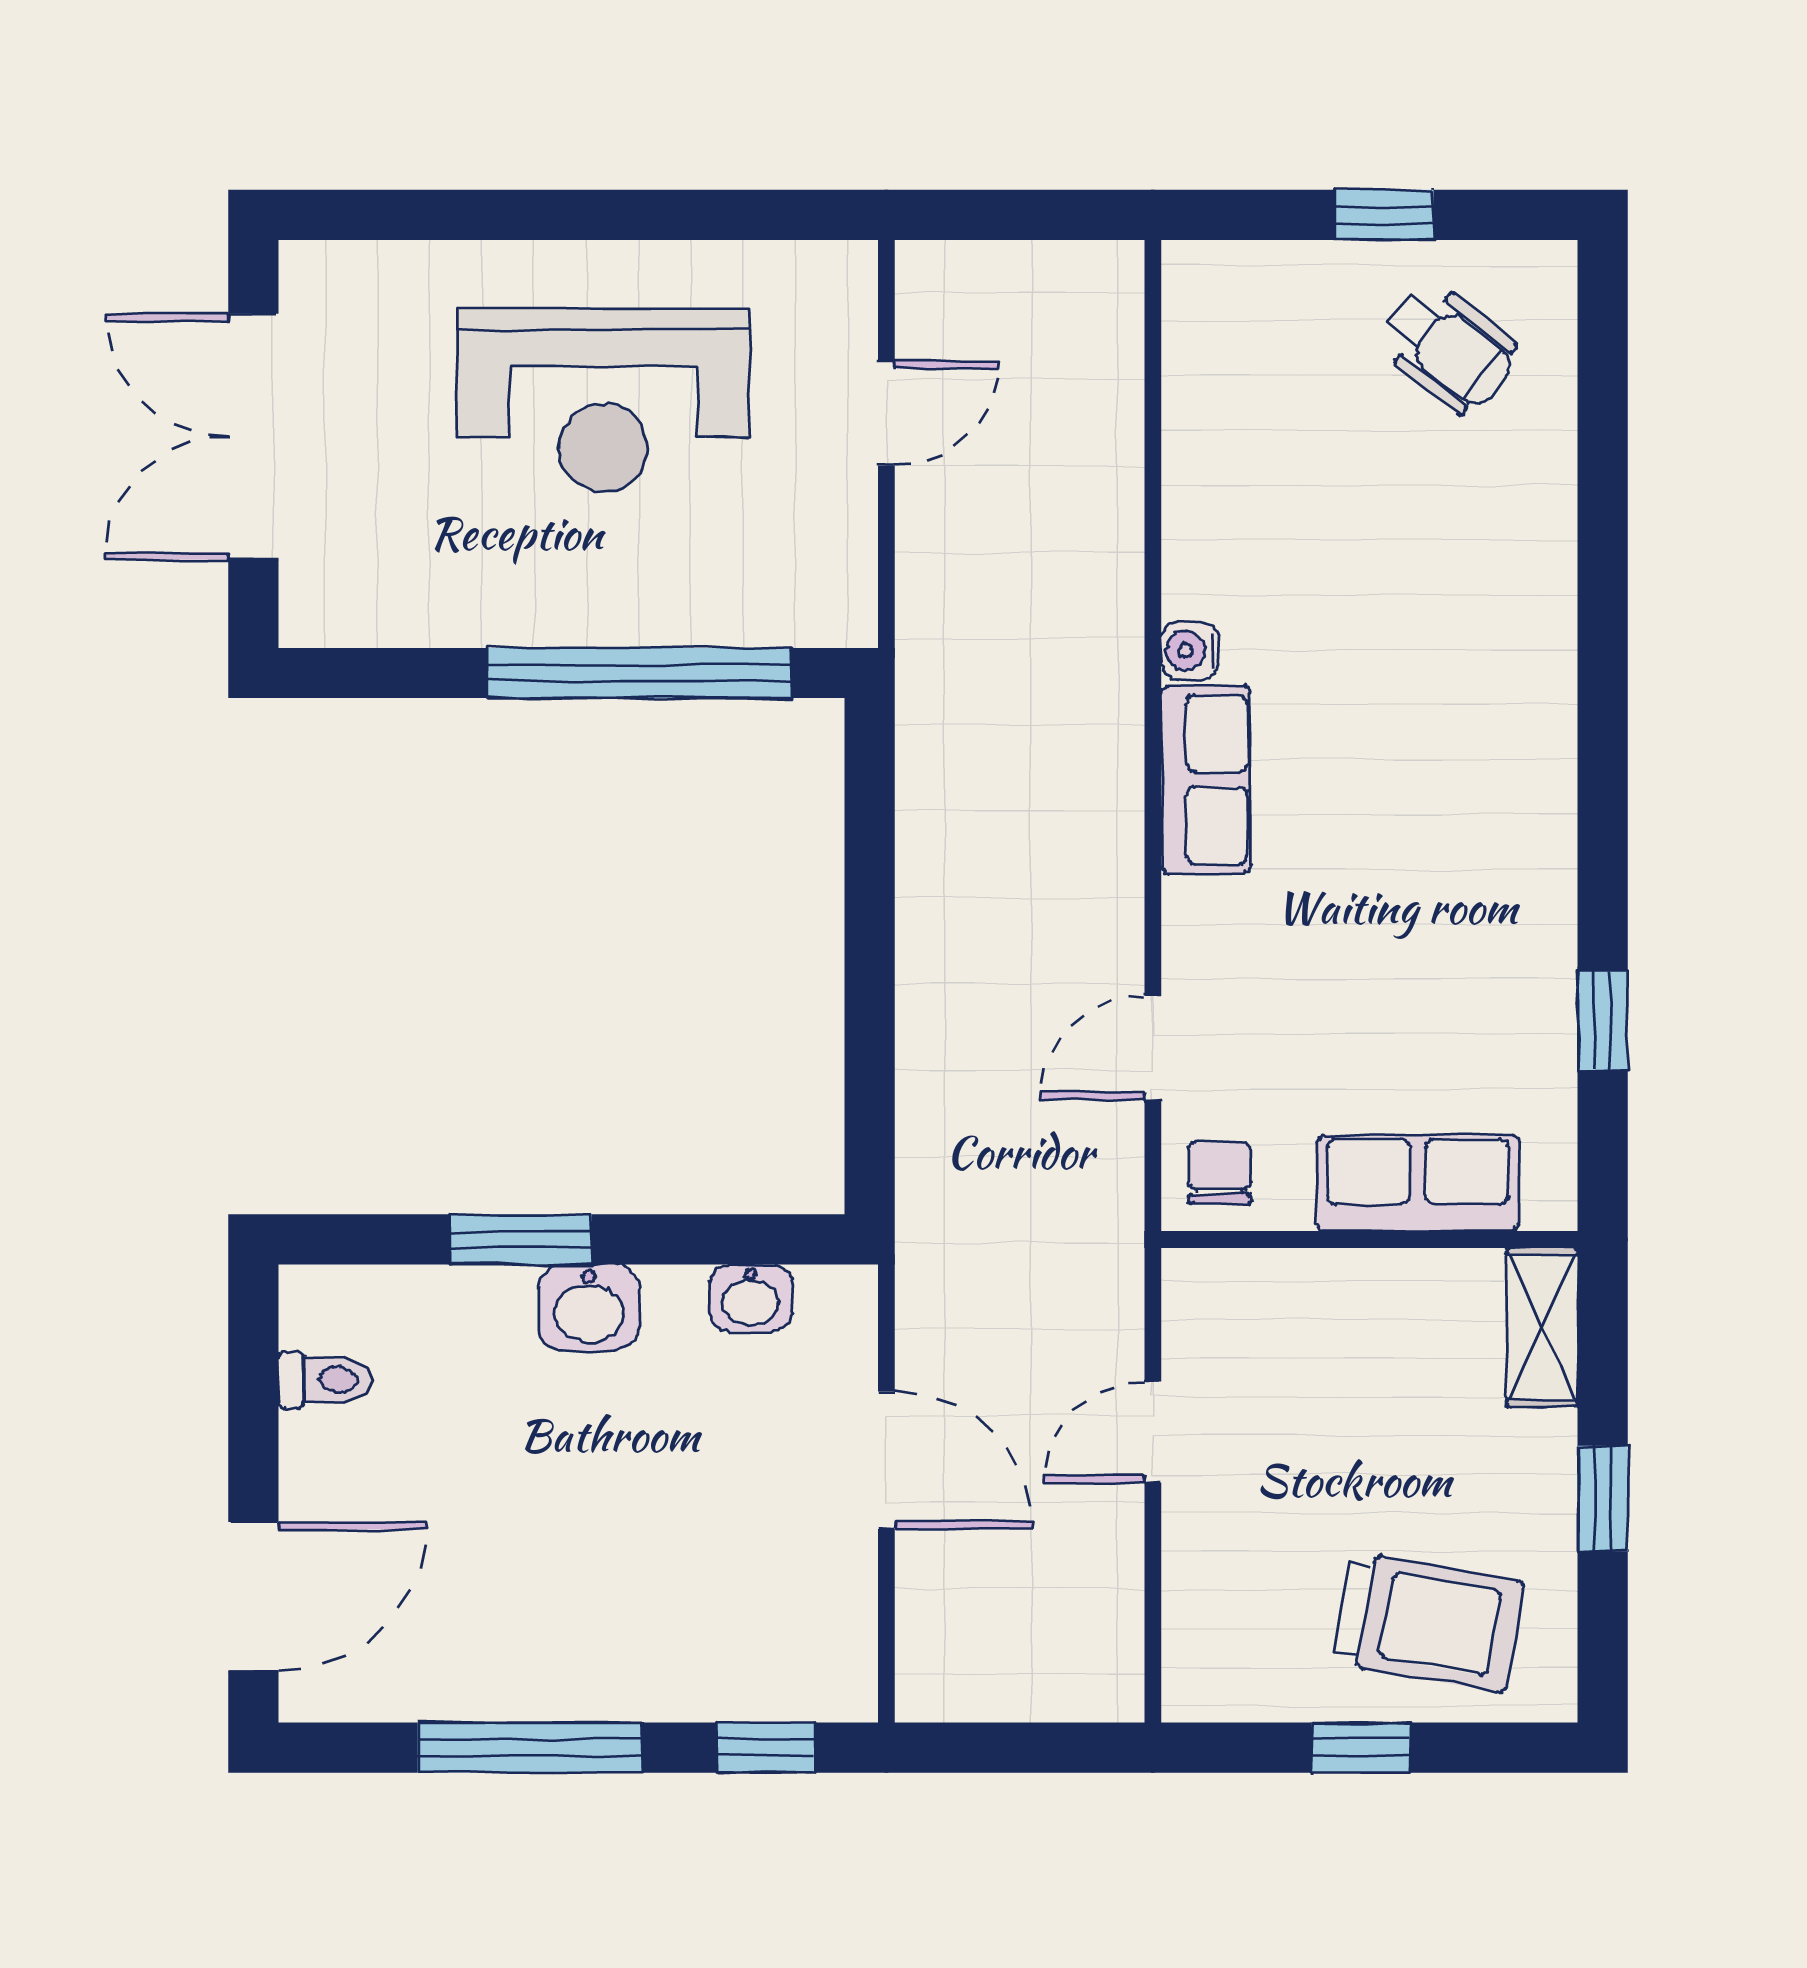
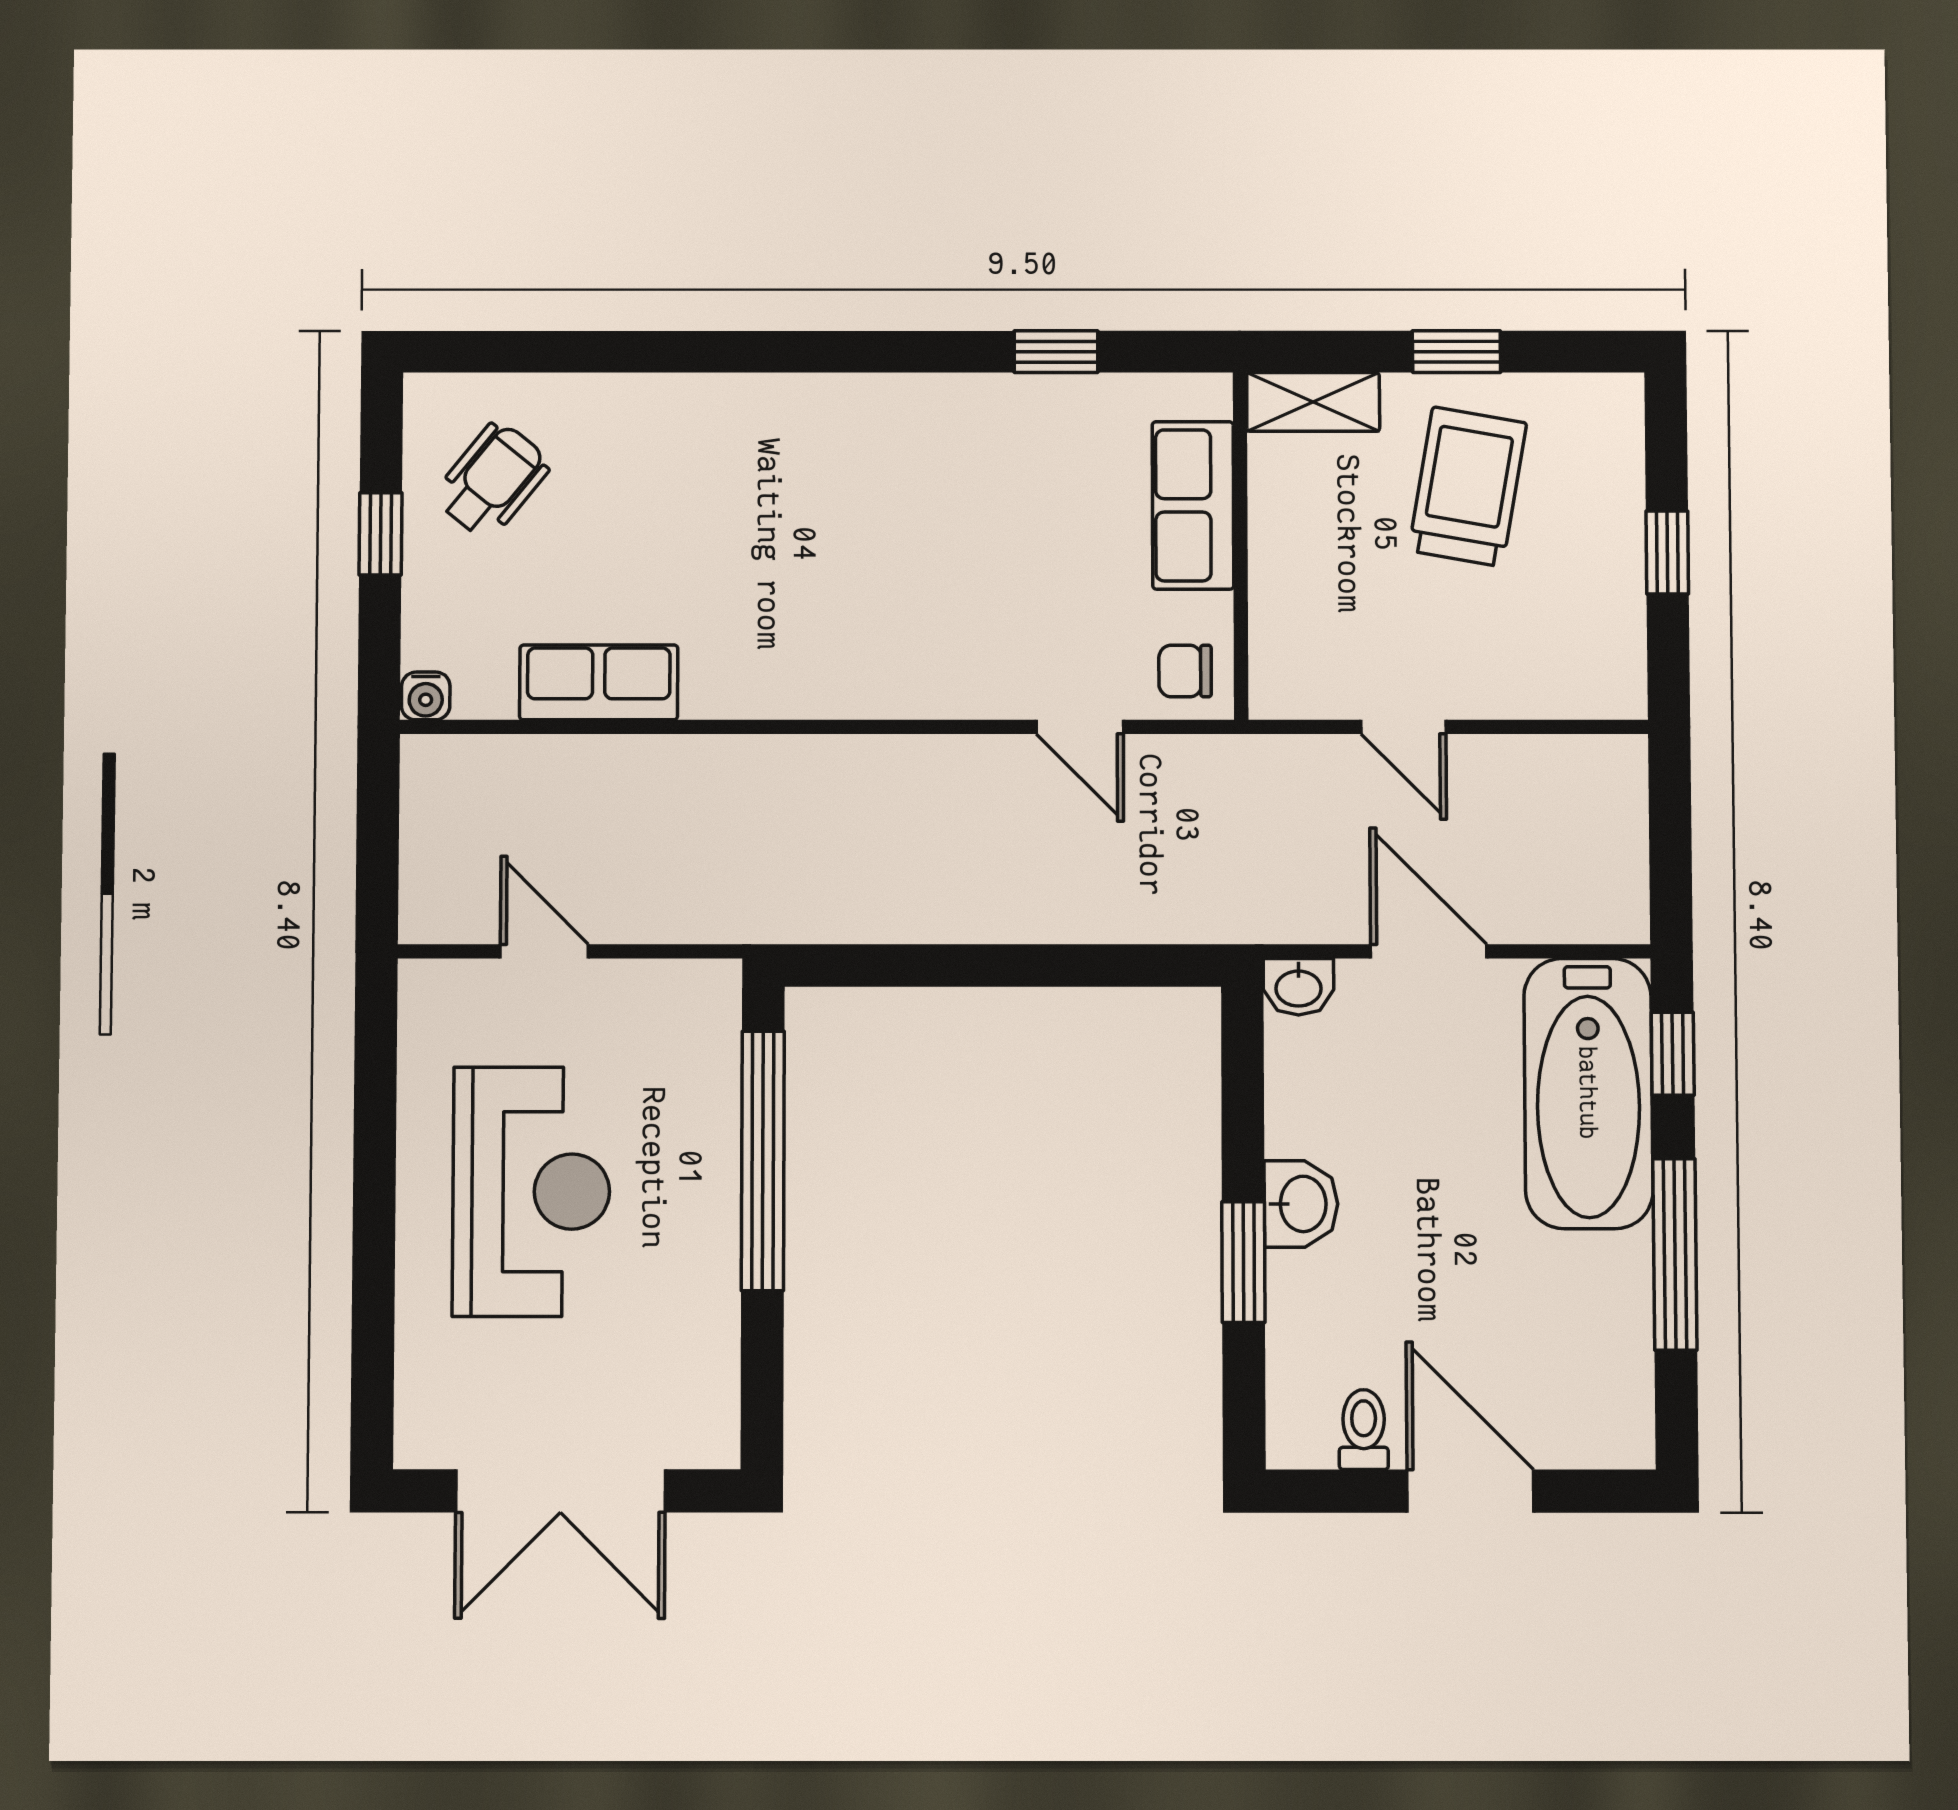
water cooler: (1190, 650) -> (426, 696), moved
row of seats: (1206, 779) -> (599, 682), moved
washbasin: (751, 1298) -> (1298, 987), moved, turned 90
door: (886, 1460) -> (1429, 951), hinge flipped
door: (253, 1596) -> (1470, 1491), moved
trolley: (1428, 1622) -> (1468, 487), moved
bathtub: (719, 1648) -> (1588, 1093), added

